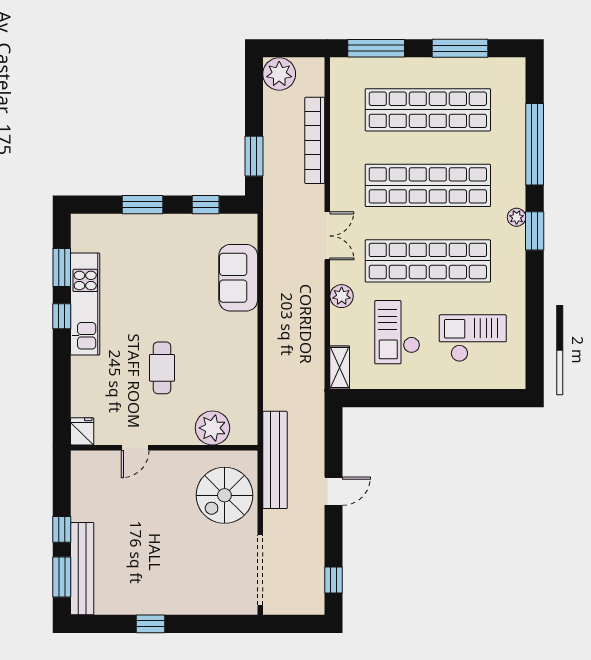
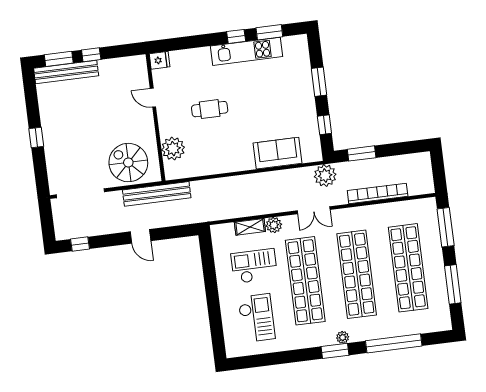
plant: (279, 74) -> (325, 176), moved
shelving: (340, 368) -> (250, 227), moved
window: (150, 624) -> (36, 138), moved

